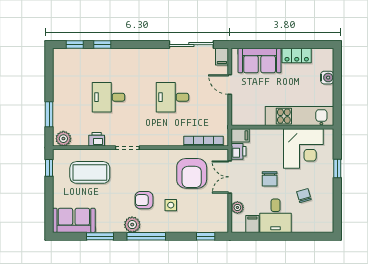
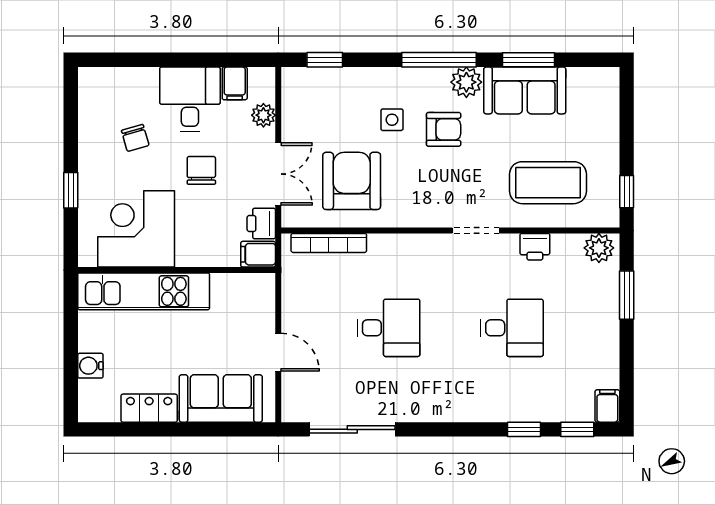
filing cabinet: (222, 57) -> (607, 406), moved
sofa: (74, 220) -> (525, 90), moved

